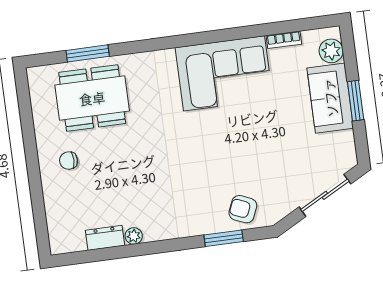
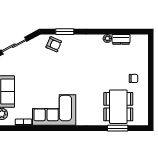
dining table: (92, 98) -> (118, 107), turned 90

